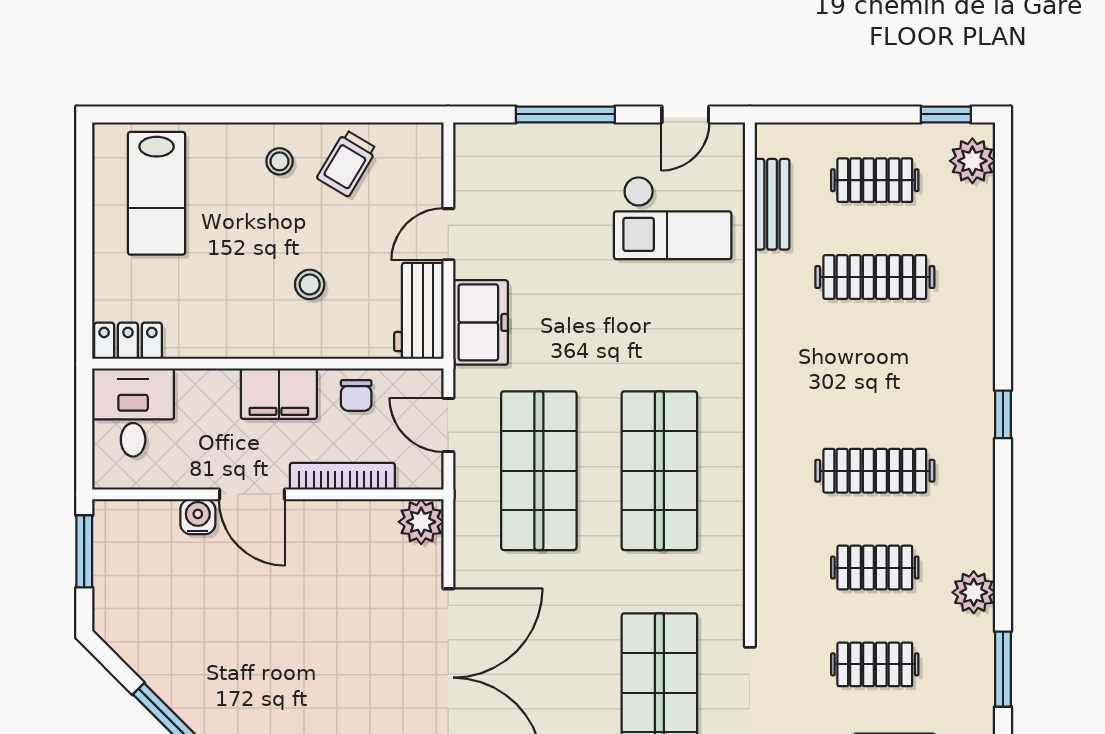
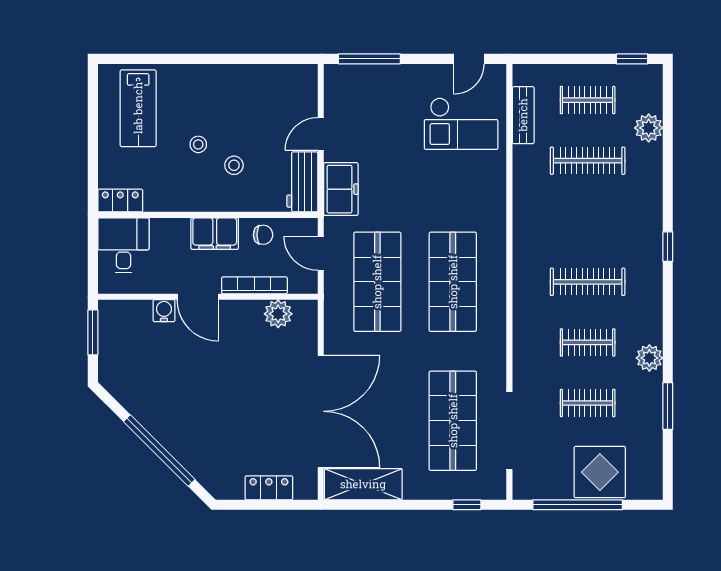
window: (565, 114) -> (369, 59), moved
stool: (280, 161) -> (198, 144), moved
plant: (972, 161) -> (649, 128), moved
trolley: (347, 163) -> (257, 90), removed
chair: (356, 395) -> (263, 235), turned -90
plant: (421, 522) -> (278, 314), moved

